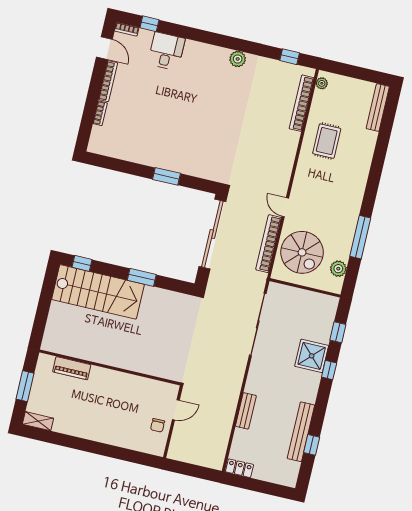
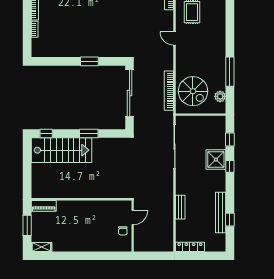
door: (285, 207) -> (175, 39), moved
piano: (72, 368) -> (44, 206), moved
locker: (240, 468) -> (190, 247), width x1.53

